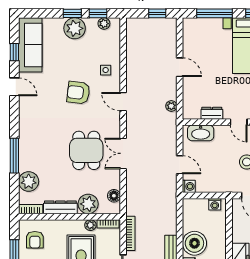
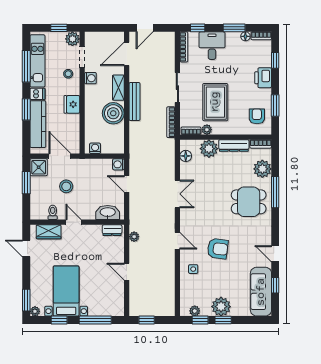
dresser: (212, 113) -> (112, 230), moved
dining table: (86, 150) -> (249, 202), moved, turned 90

